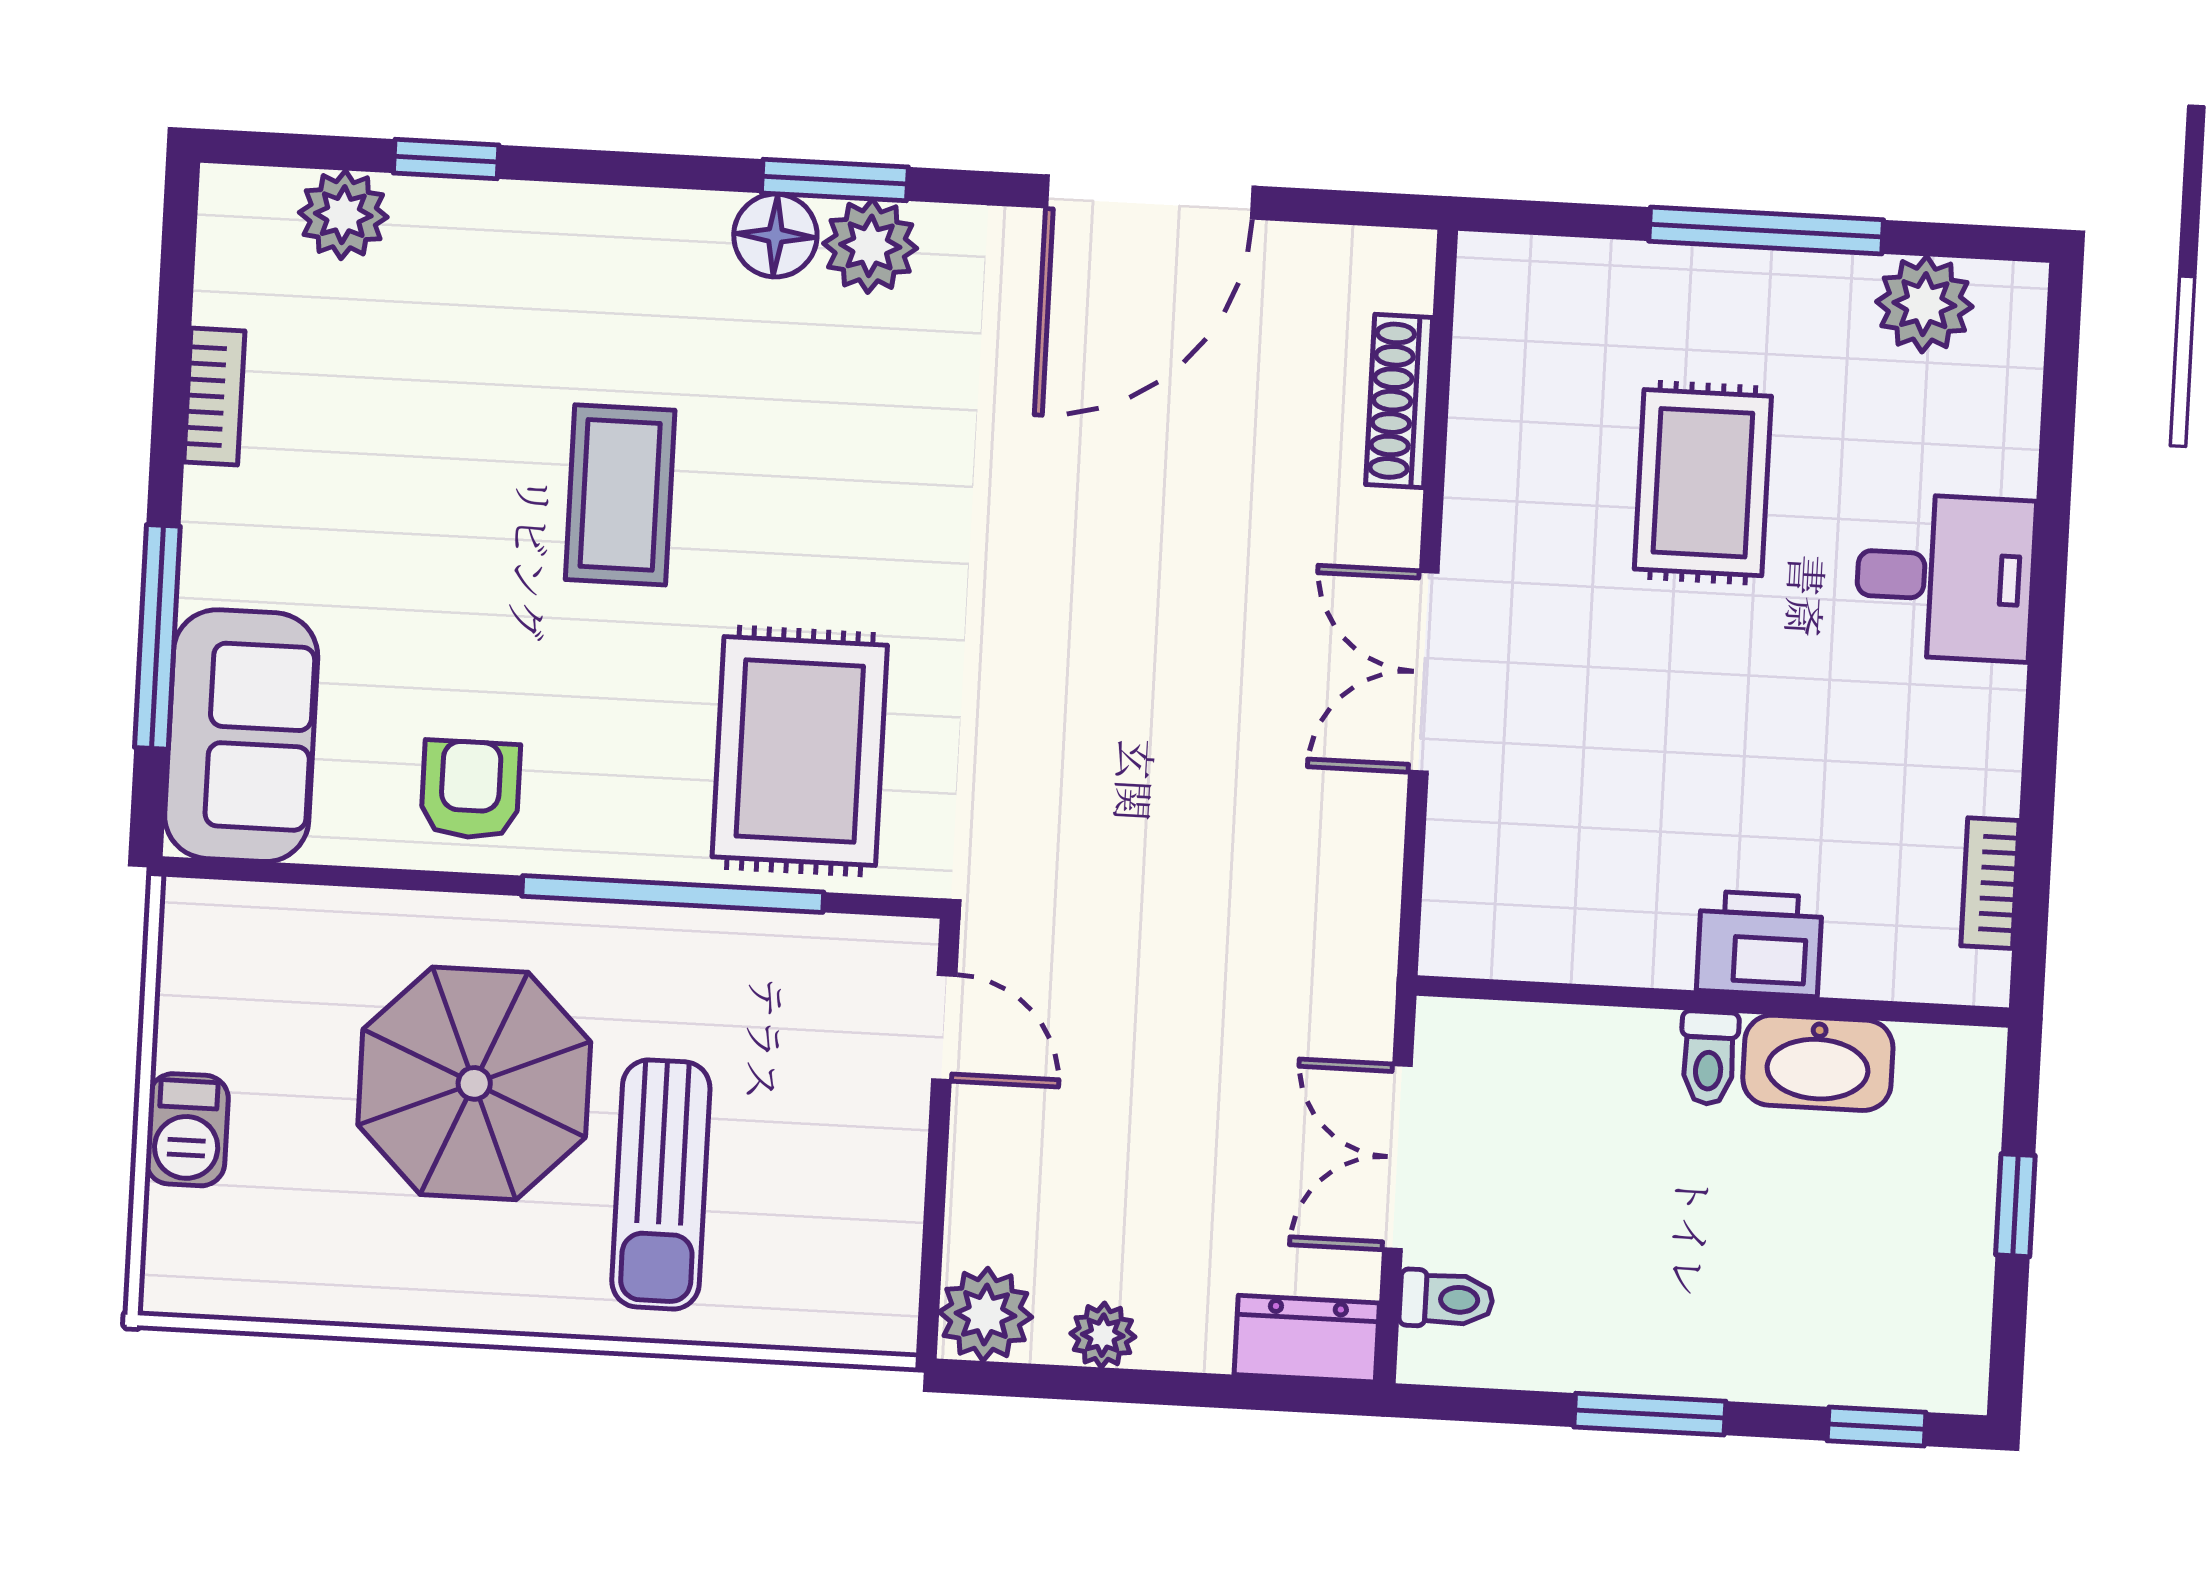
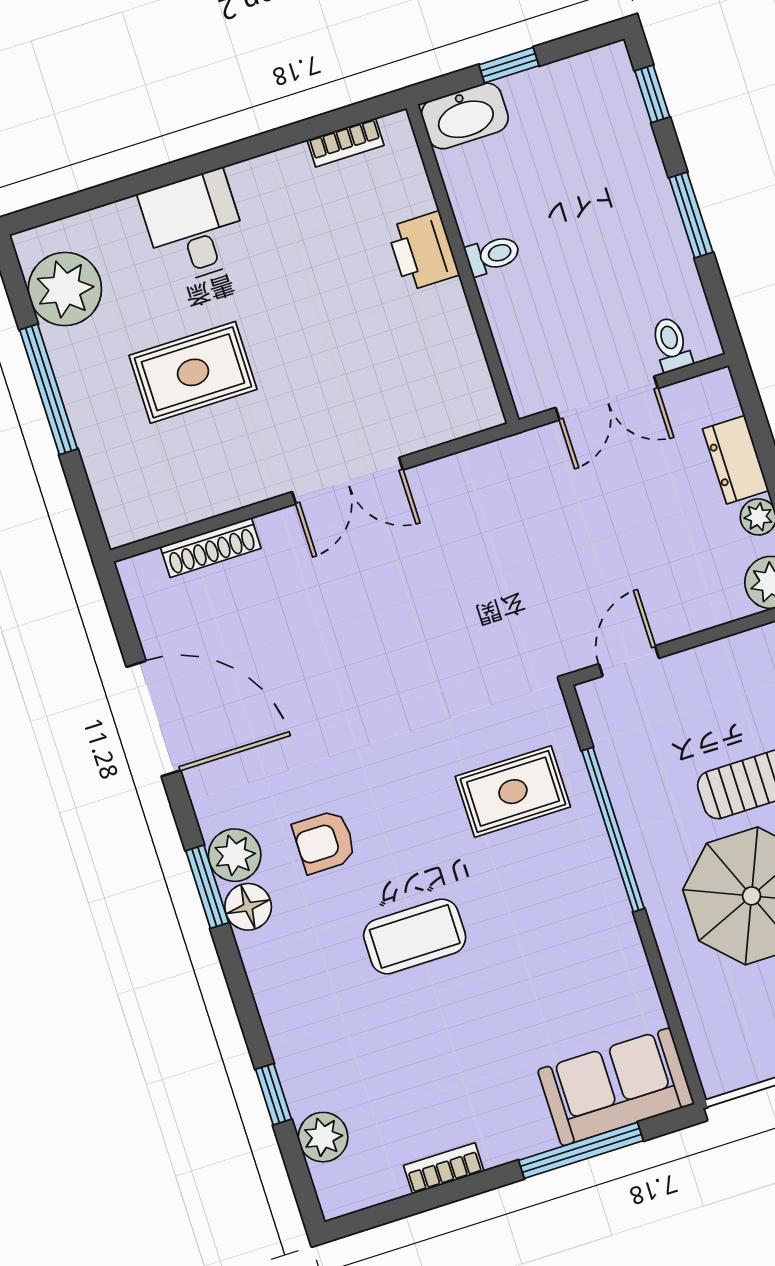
plant: (1924, 304) -> (65, 289), width x1.36, depth x1.36
rug: (800, 751) -> (513, 792), width x0.73, depth x0.70
armchair: (470, 790) -> (324, 842), moved
washbasin: (1818, 1063) -> (465, 116), moved, turned 90
dresser: (1307, 1339) -> (736, 460), moved

